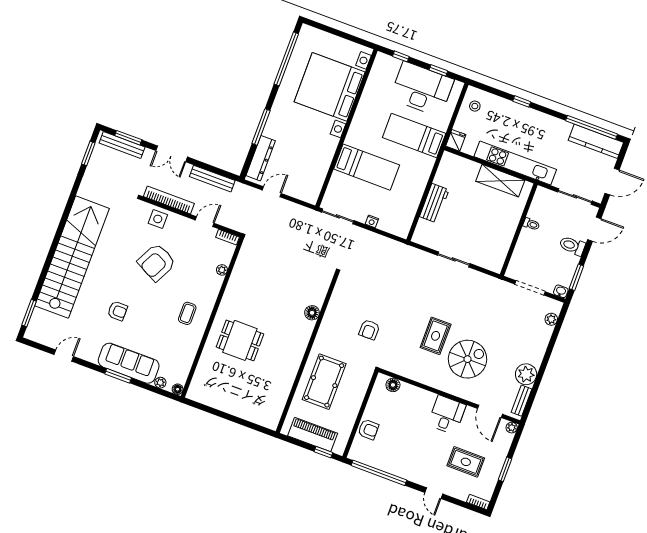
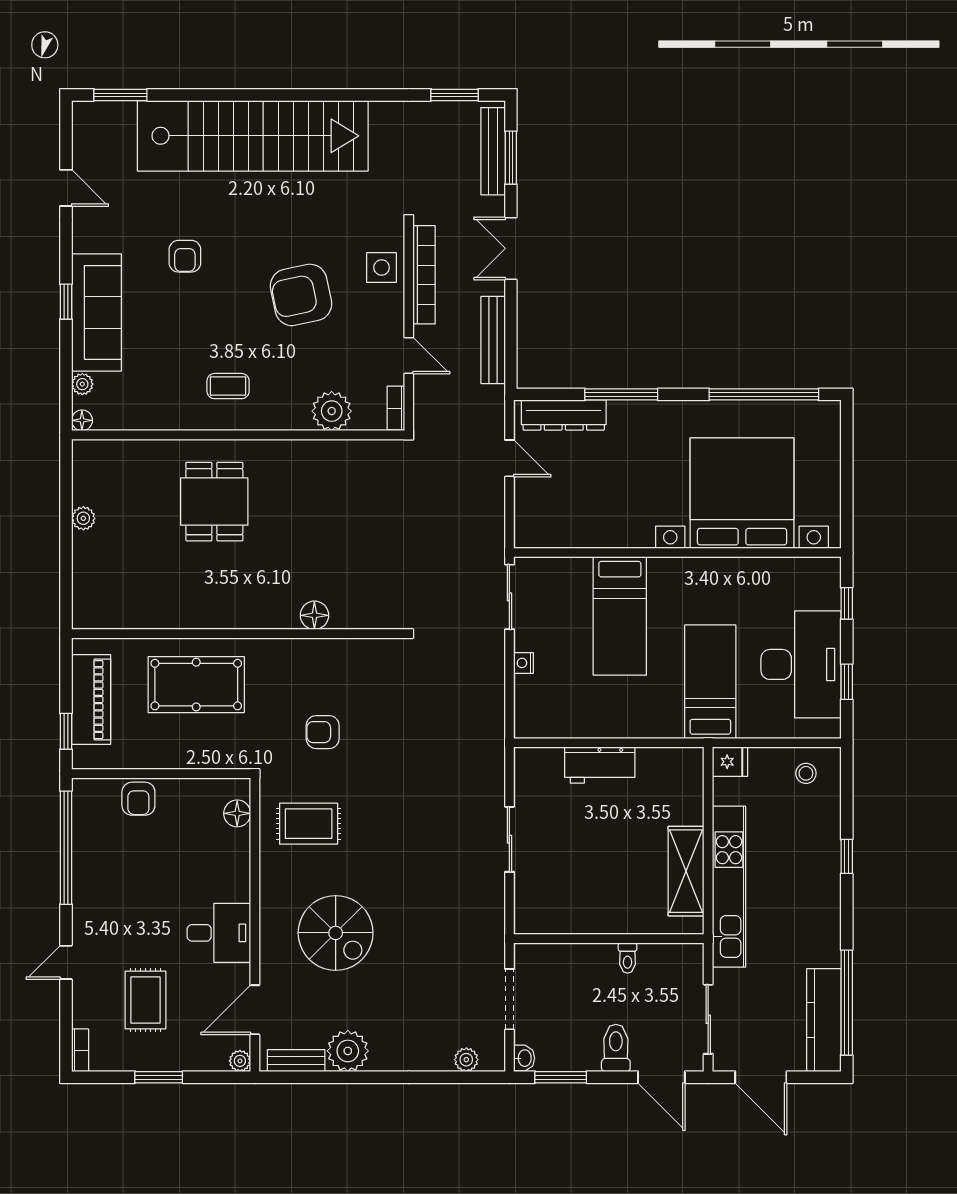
armchair: (157, 262) -> (301, 295), turned -39
plant: (222, 270) -> (332, 411), width x1.88, depth x1.88
rug: (436, 336) -> (309, 824), moved
window: (118, 376) -> (66, 302), width x0.67
plant: (225, 406) -> (83, 518), added

